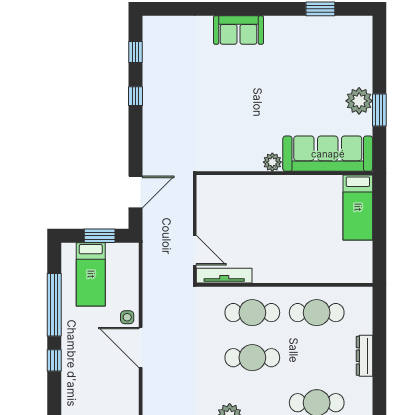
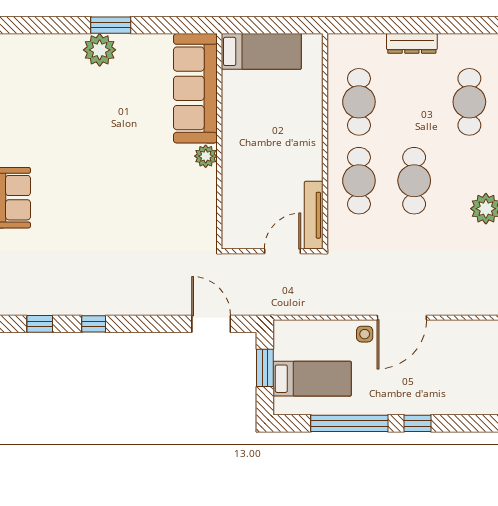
sofa: (328, 154) -> (195, 88), moved
plant: (272, 162) -> (206, 156), moved
wall: (284, 173) -> (219, 141), moved
bed: (358, 207) -> (261, 51), moved

